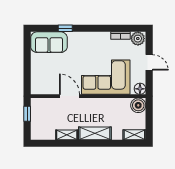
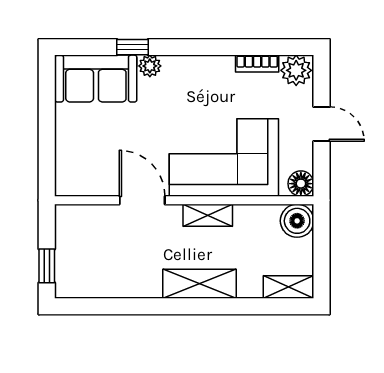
plant: (73, 37) -> (150, 66), added
window: (27, 114) -> (47, 266), moved
shelving: (67, 135) -> (208, 215), moved

